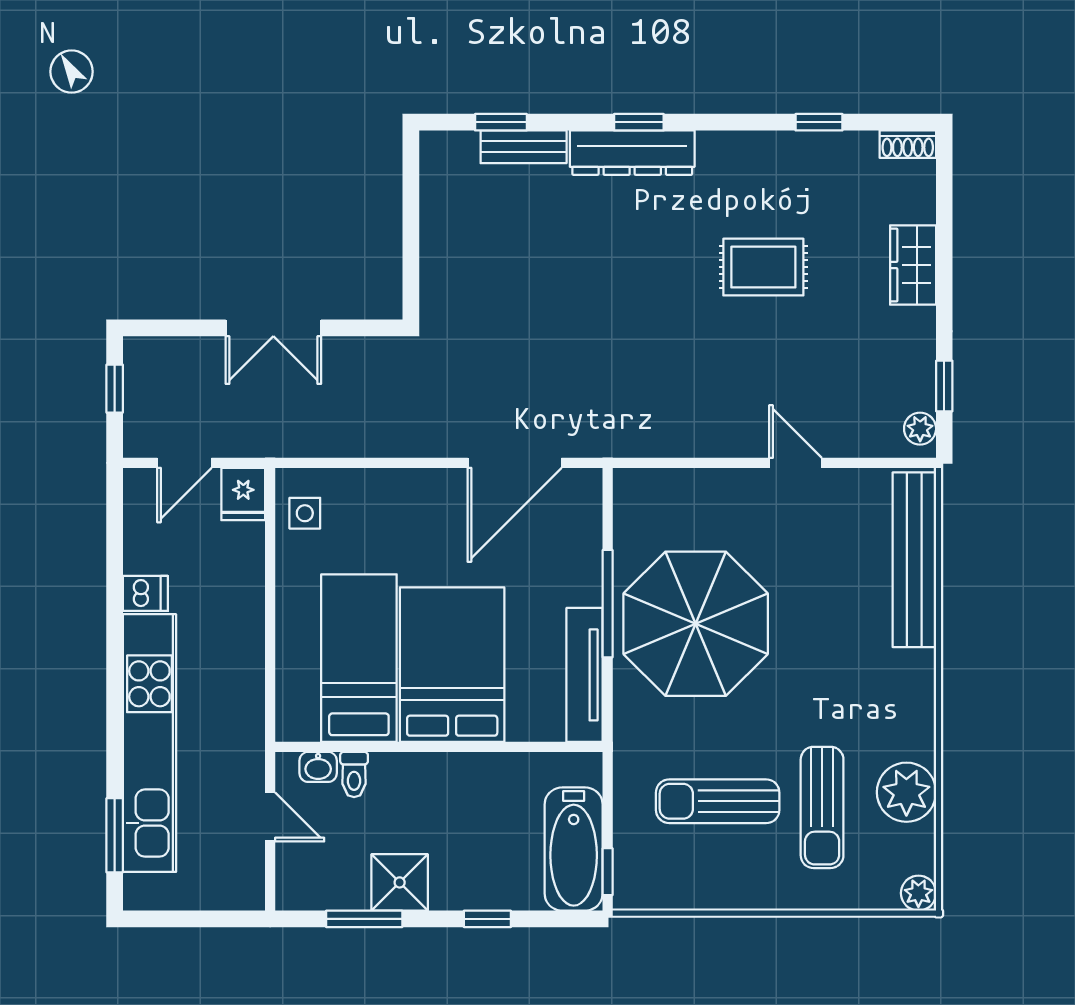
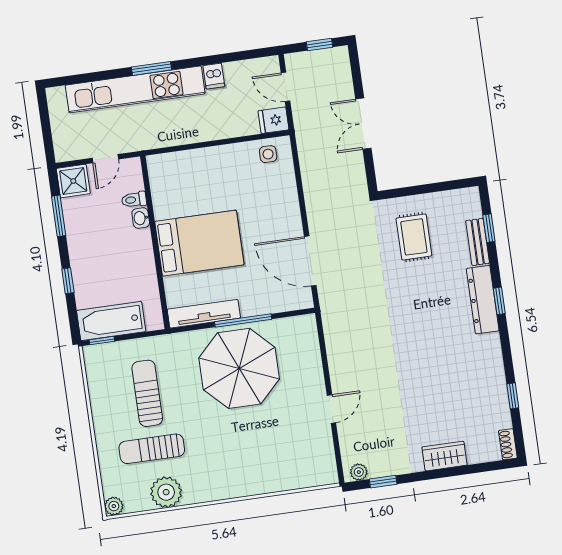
rug: (763, 267) -> (414, 237), moved
bench: (914, 560) -> (289, 479), removed
bed: (359, 658) -> (196, 194), removed
washbasin: (318, 767) -> (141, 218), moved
window: (115, 835) -> (152, 68), moved
shower: (400, 882) -> (73, 181), moved

